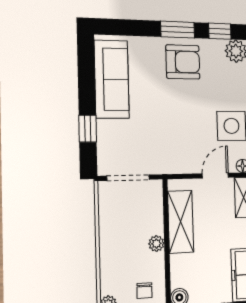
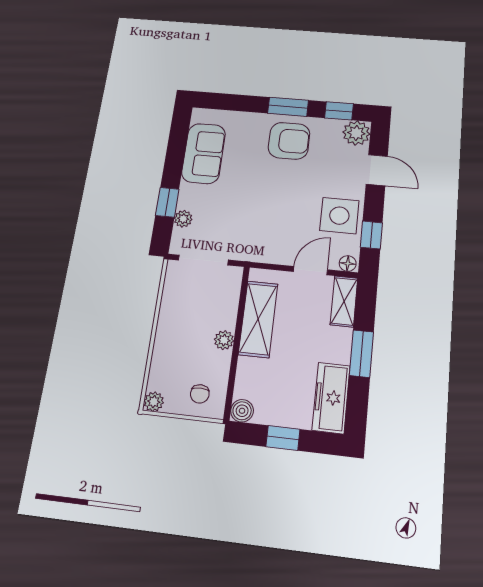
sofa: (112, 79) -> (204, 153), width x0.73
plant: (104, 142) -> (183, 219), added

